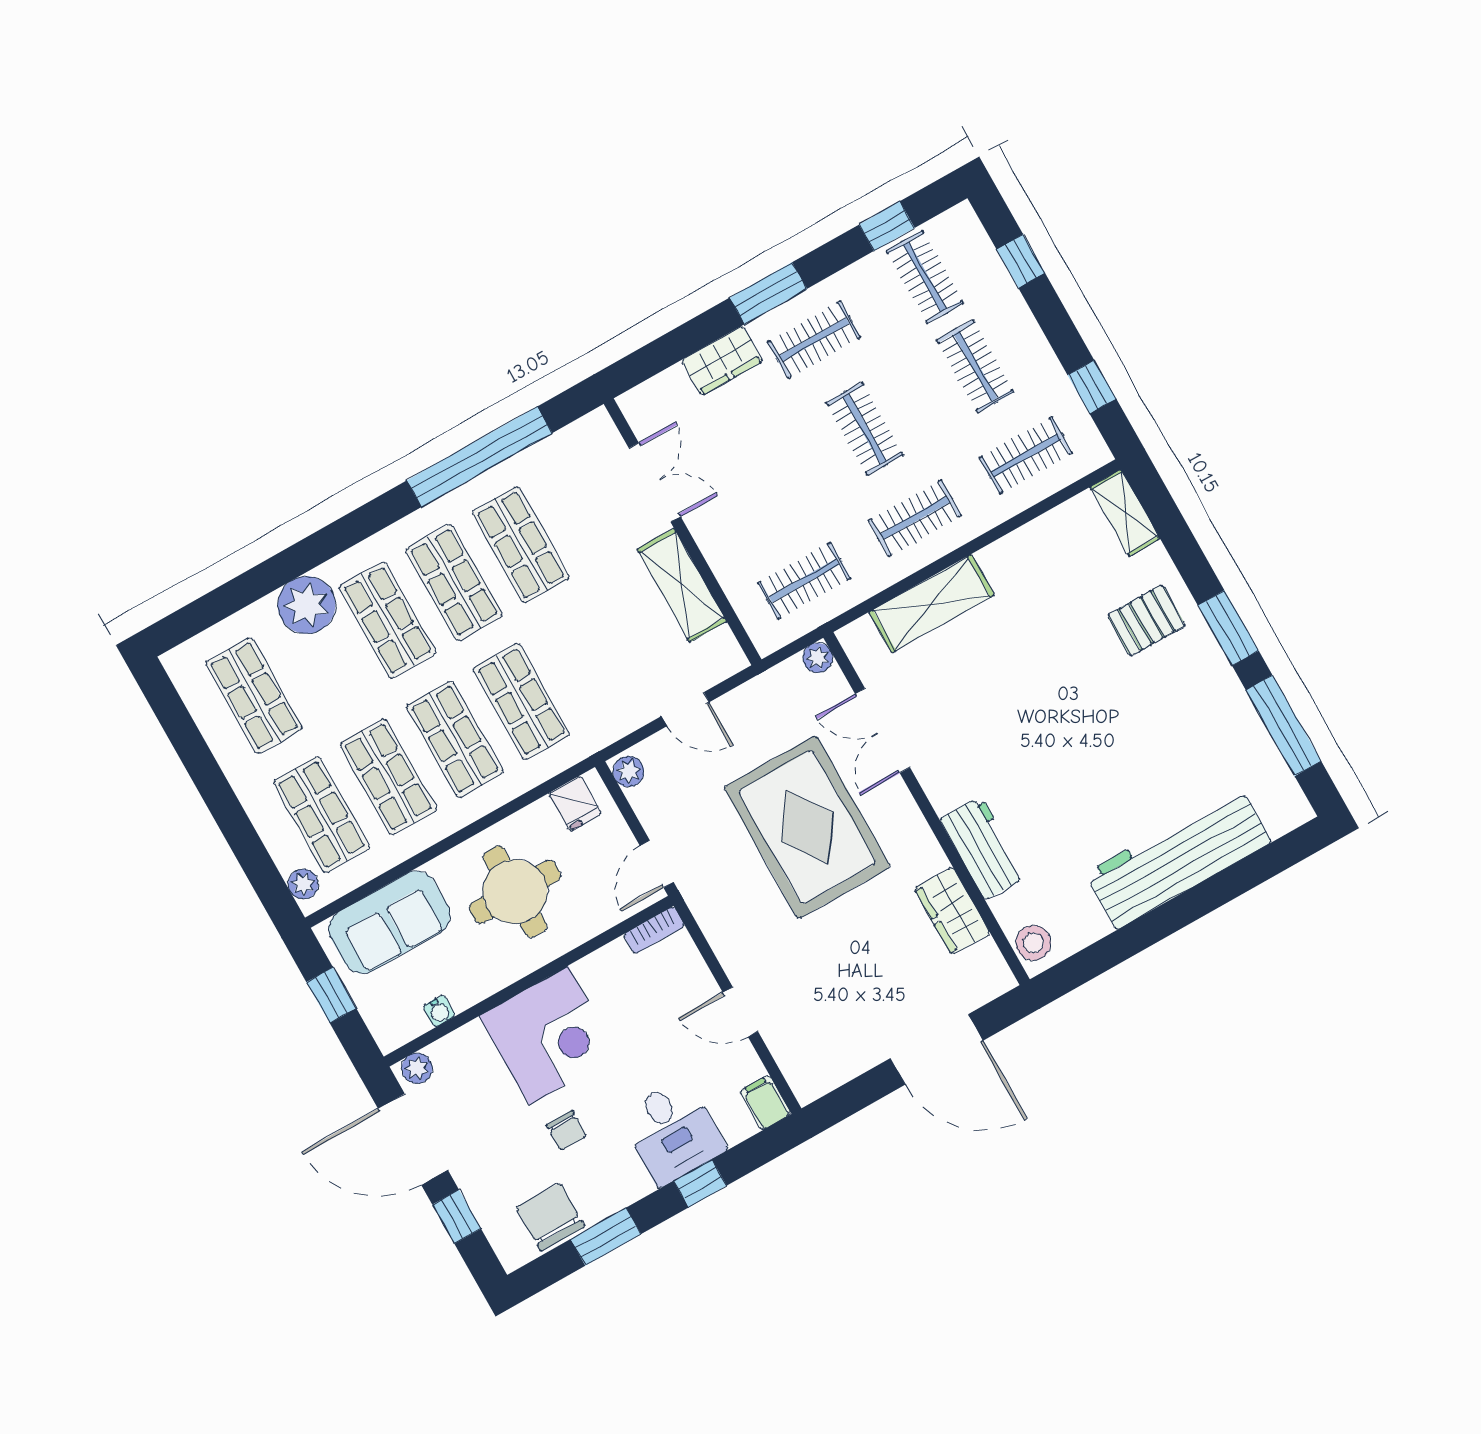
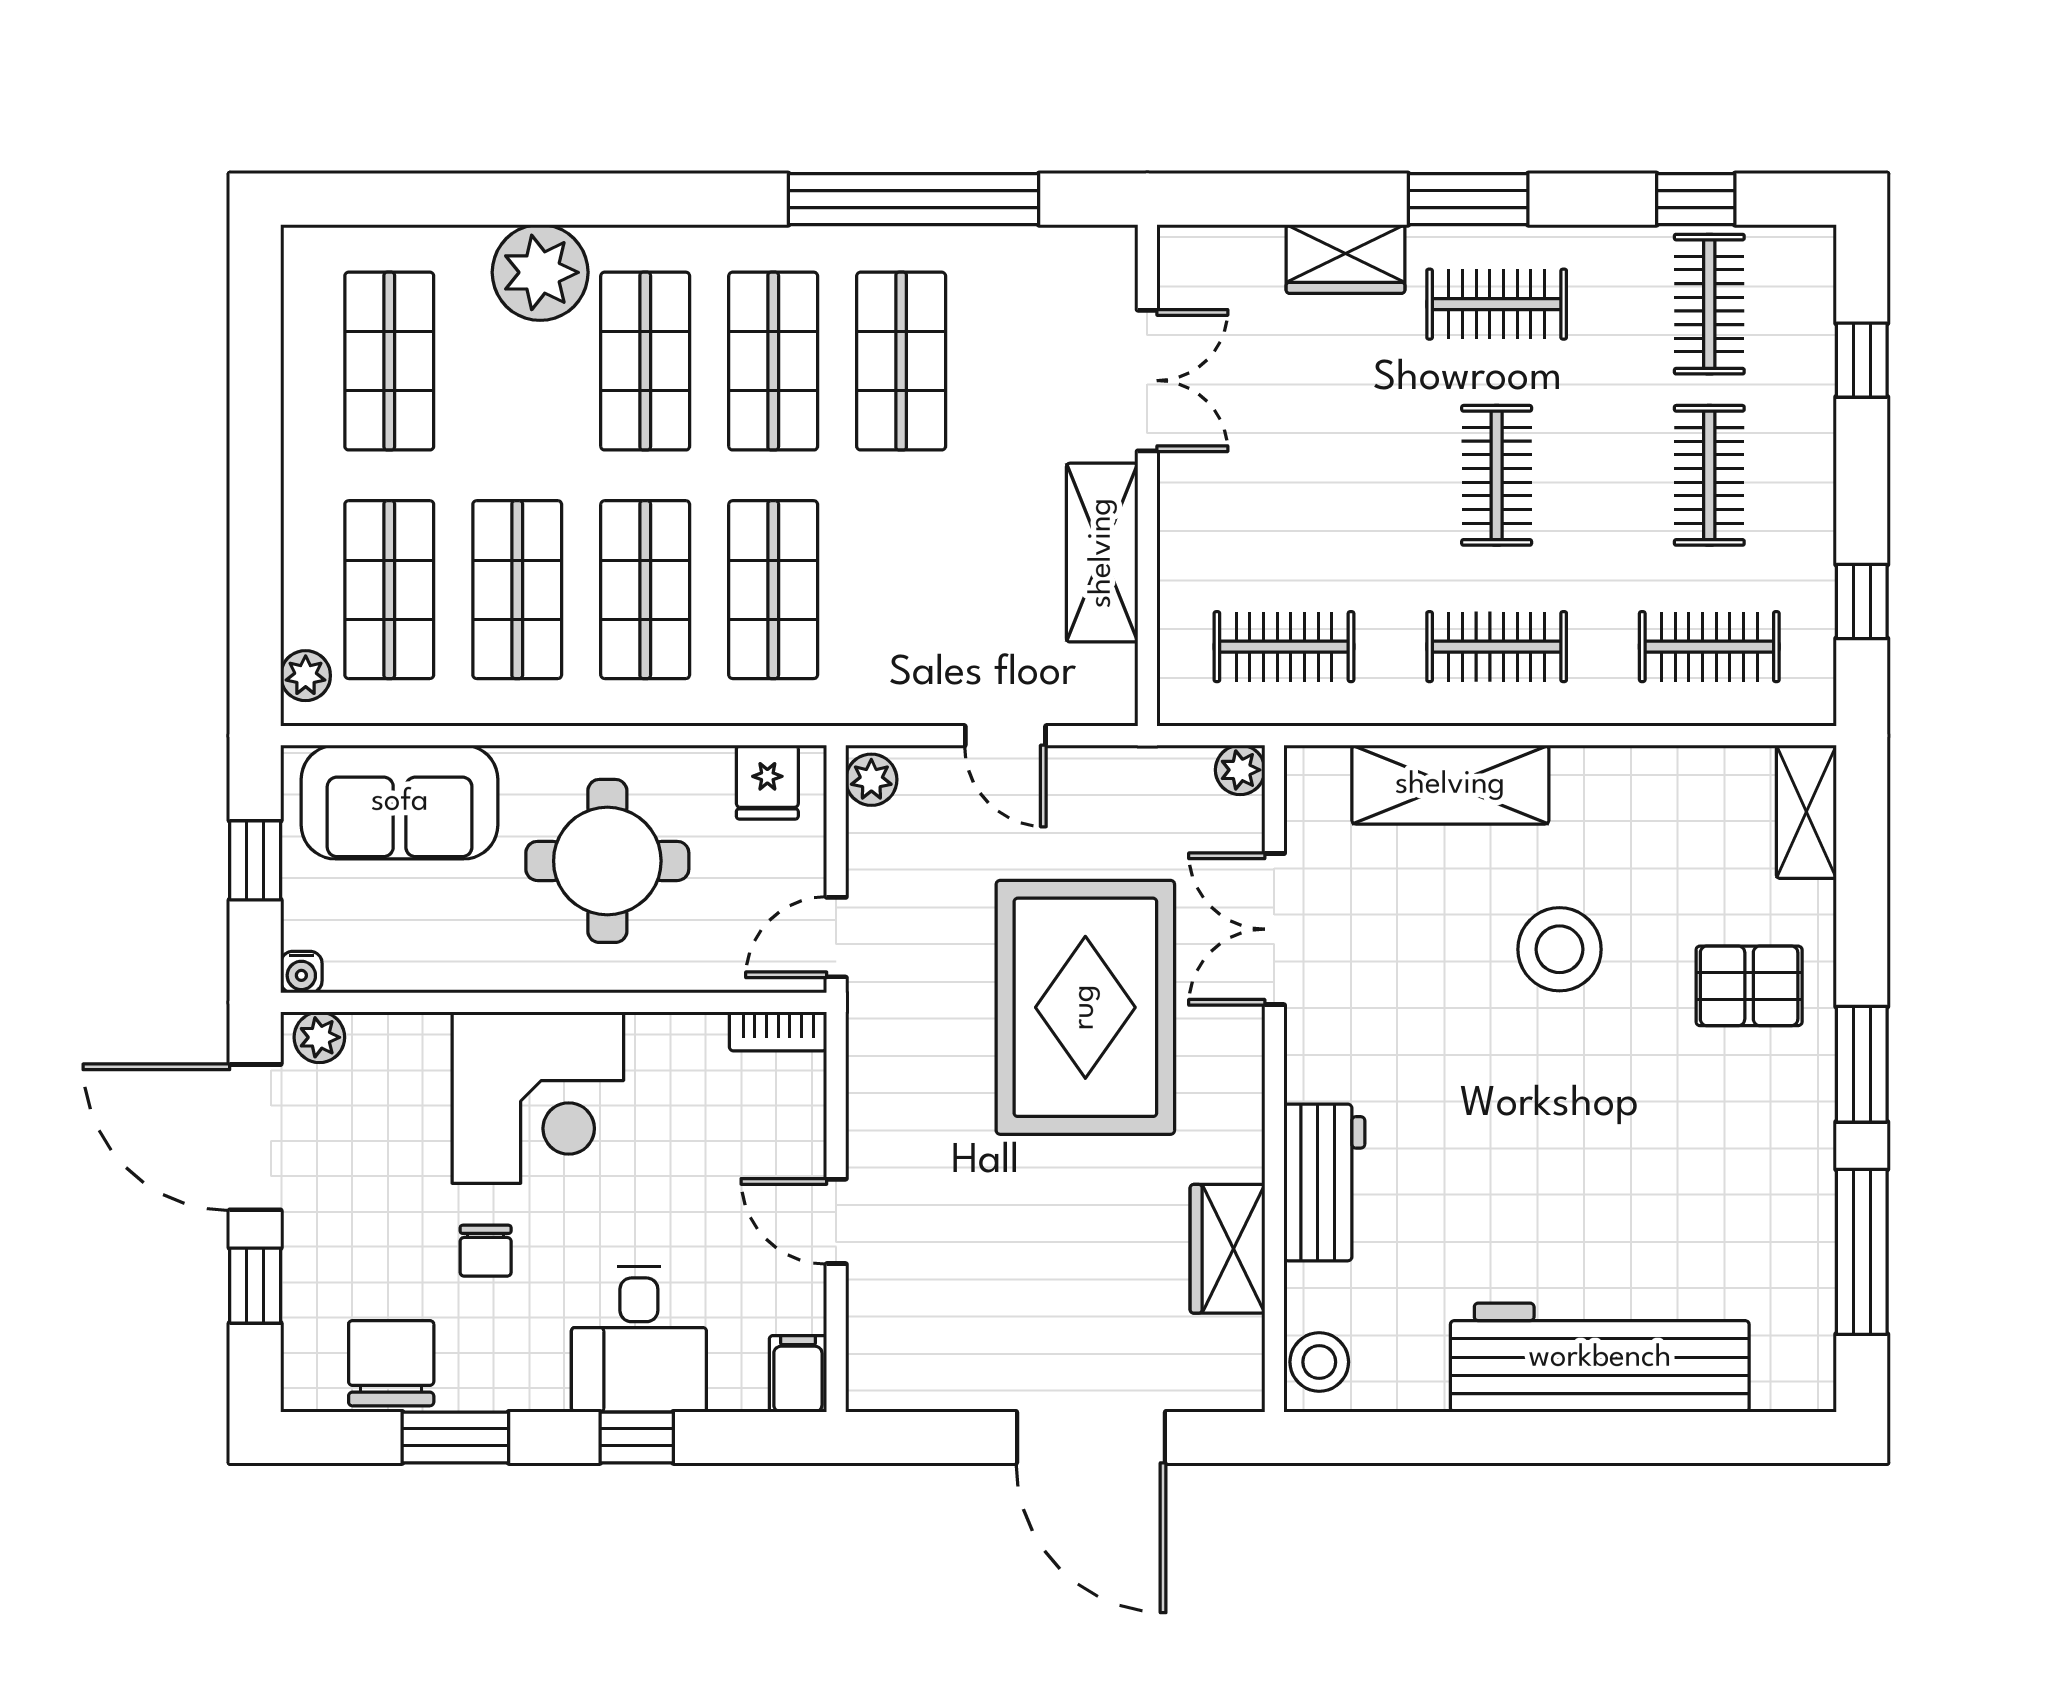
stool: (1037, 657) -> (1559, 949), added
water cooler: (439, 1011) -> (301, 972), moved

